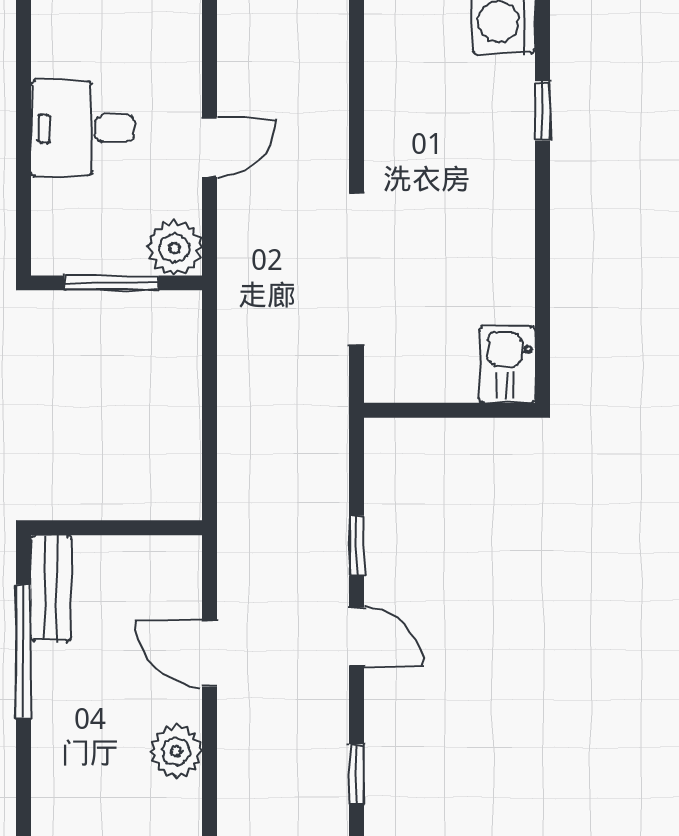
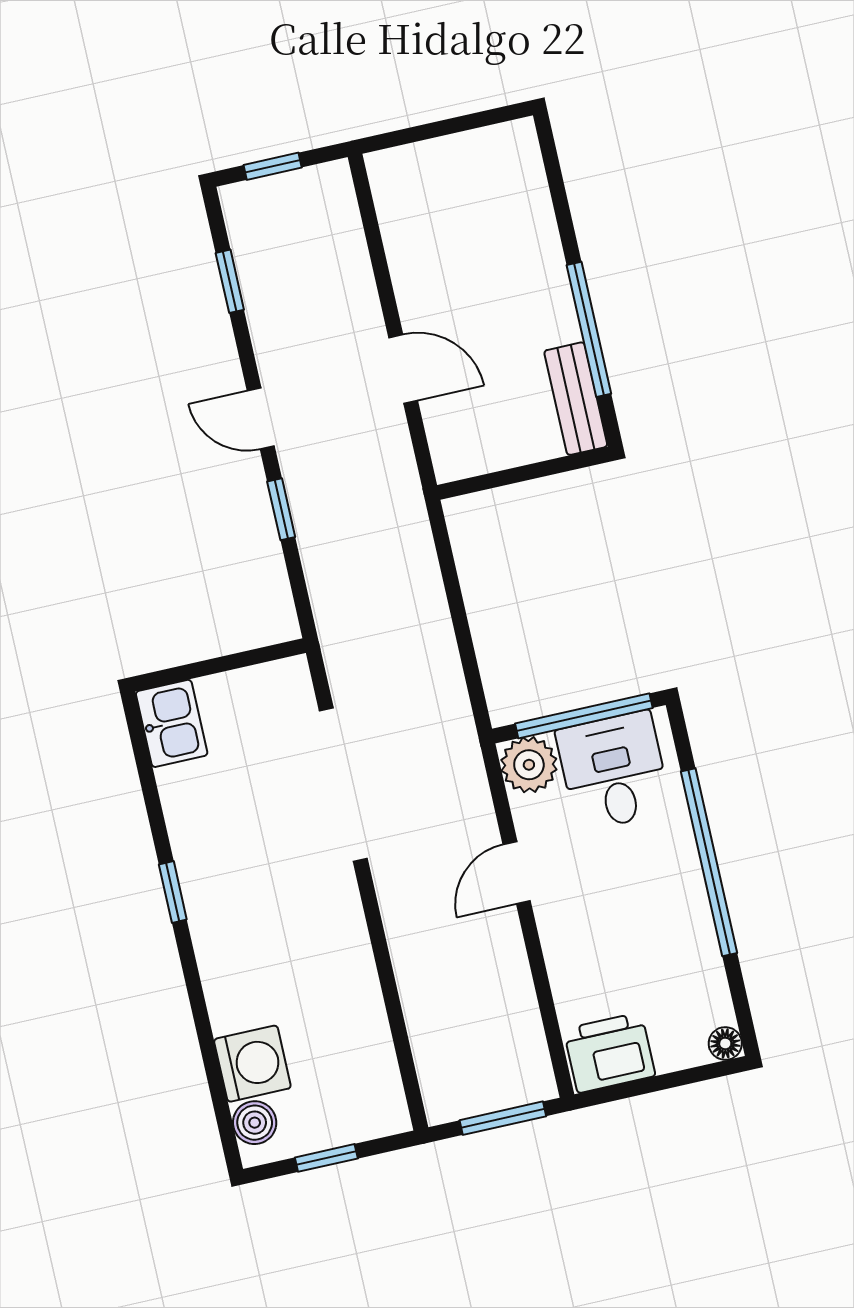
window: (543, 111) -> (173, 892), moved
window: (23, 116) -> (709, 862), added
desk: (83, 128) -> (614, 771), moved, turned -90
window: (112, 283) -> (584, 716), width x1.44
plant: (176, 751) -> (414, 264), removed

